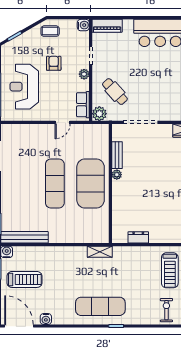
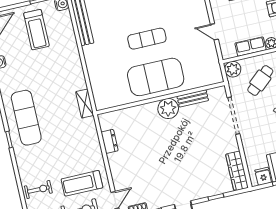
row of seats: (83, 105) -> (250, 47), moved
plant: (117, 175) -> (168, 109), width x1.87, depth x1.87
exercise mat: (55, 183) -> (147, 39), width x0.73, depth x0.69

